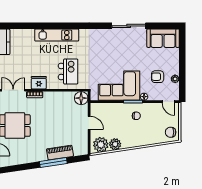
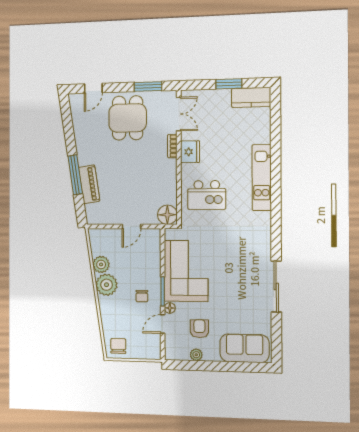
sofa: (163, 38) -> (244, 348), moved, turned 90
door: (168, 102) -> (163, 324), moved
plant: (101, 145) -> (107, 285), moved

